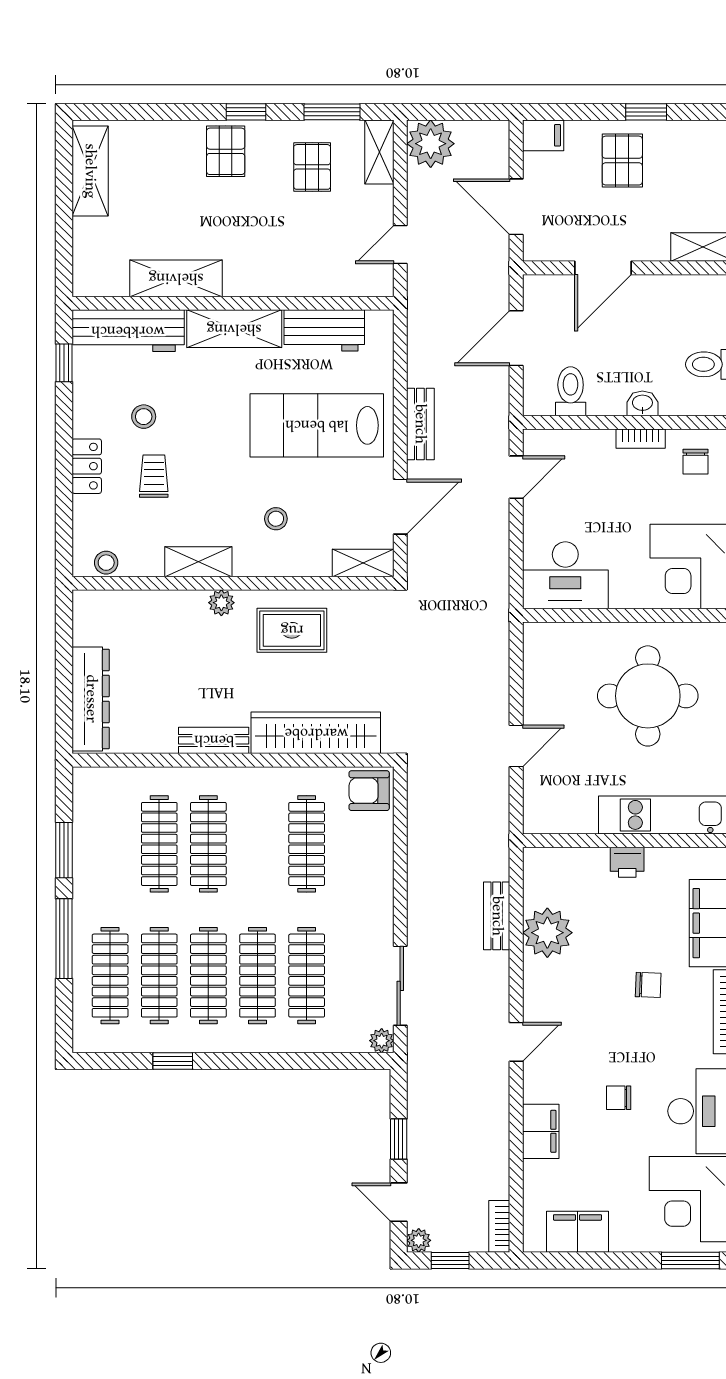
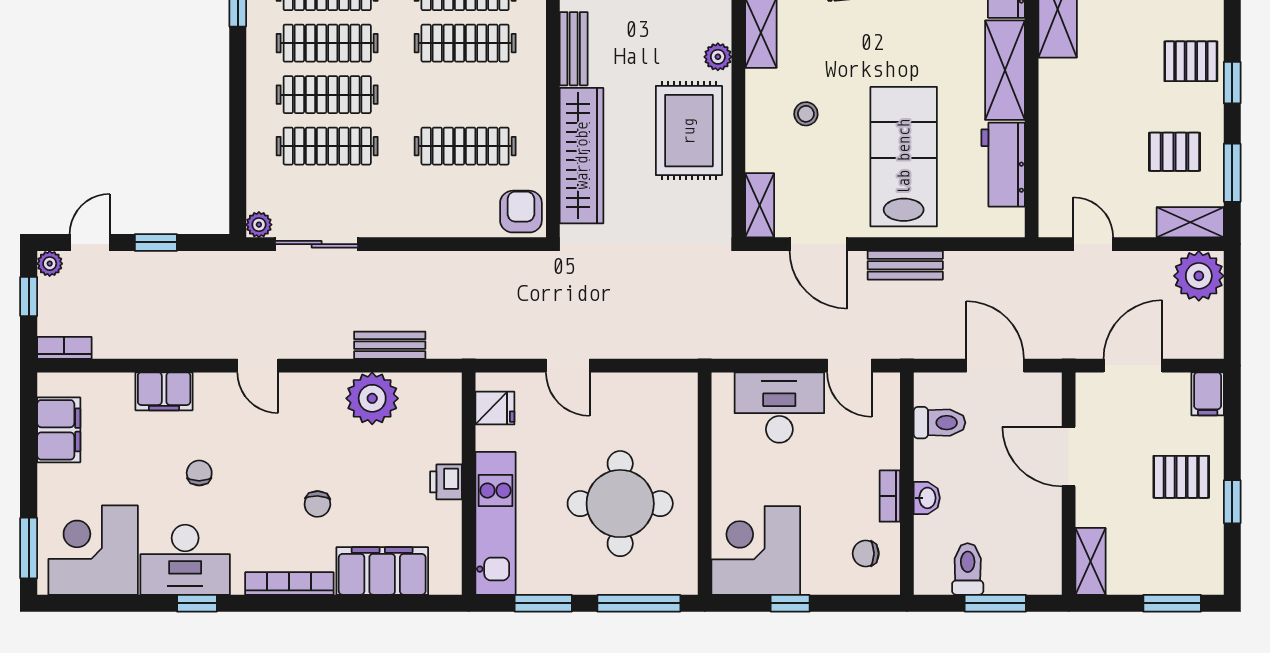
desk: (565, 575) -> (779, 408), moved, turned 90
rug: (292, 630) -> (689, 131), width x1.36, depth x1.43
fridge: (557, 816) -> (495, 408), added

